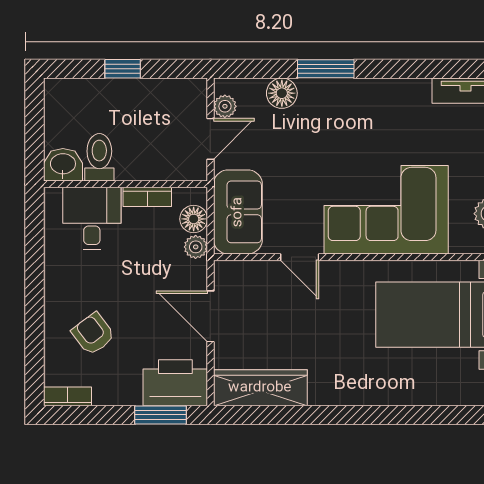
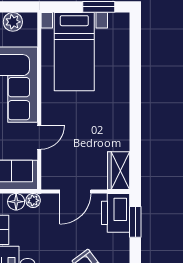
wardrobe: (260, 388) -> (119, 171), width x0.67

